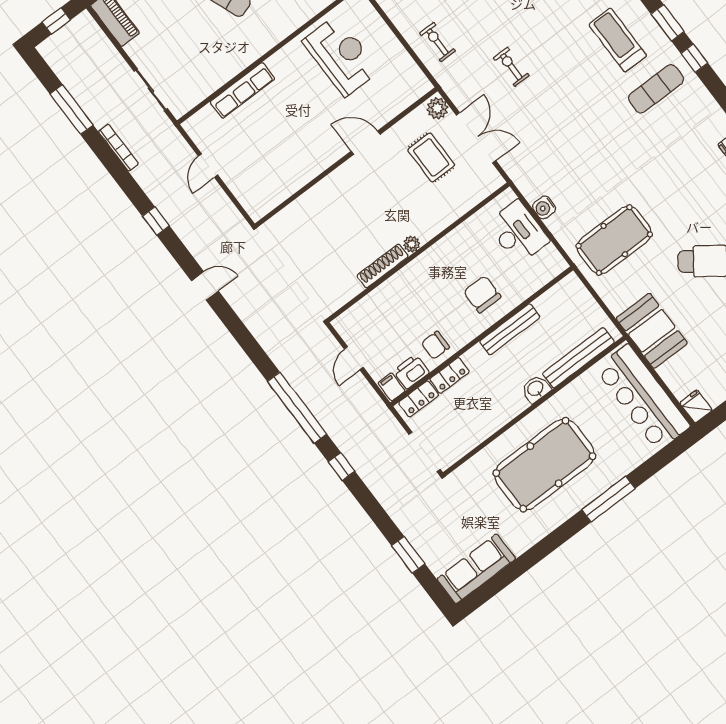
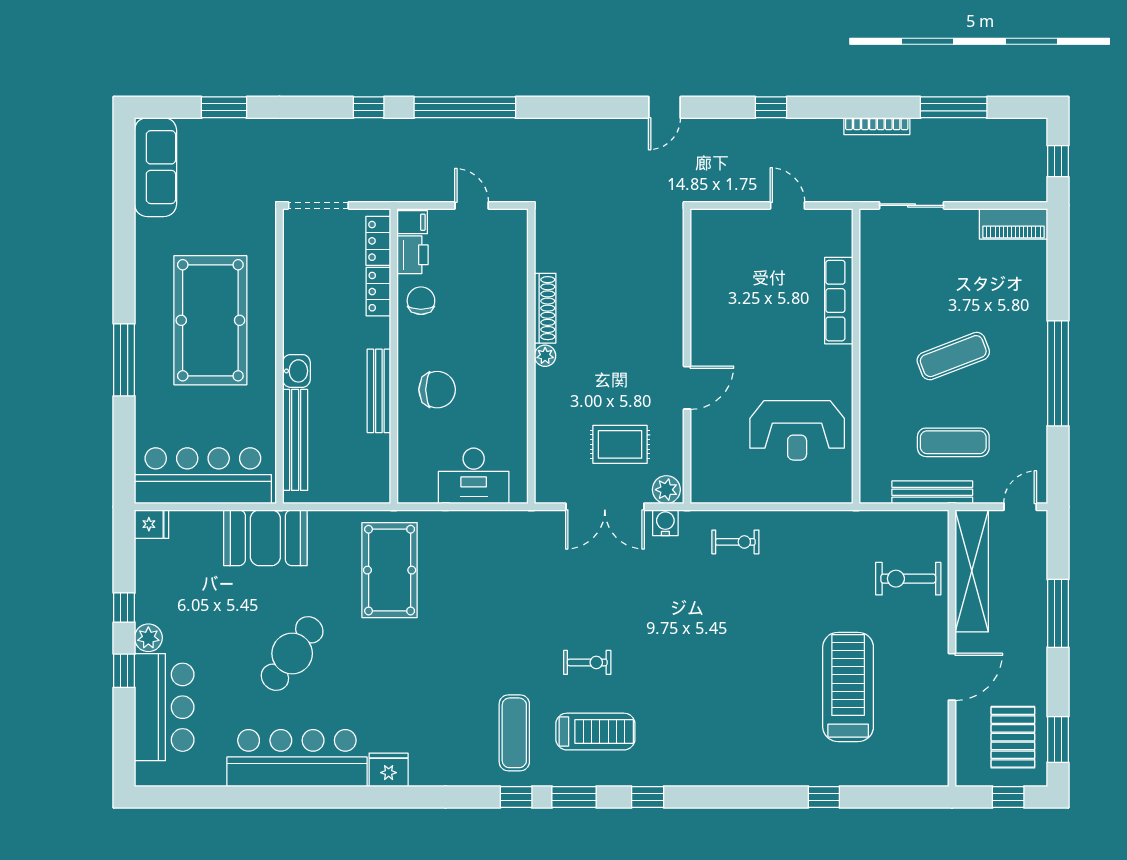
exercise bike: (511, 67) -> (587, 662), moved
water cooler: (544, 207) -> (665, 523), moved

